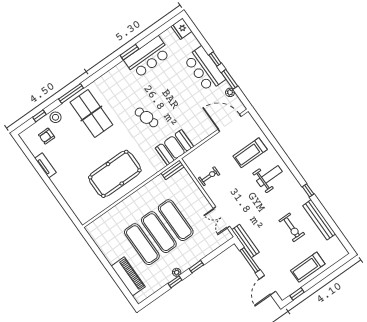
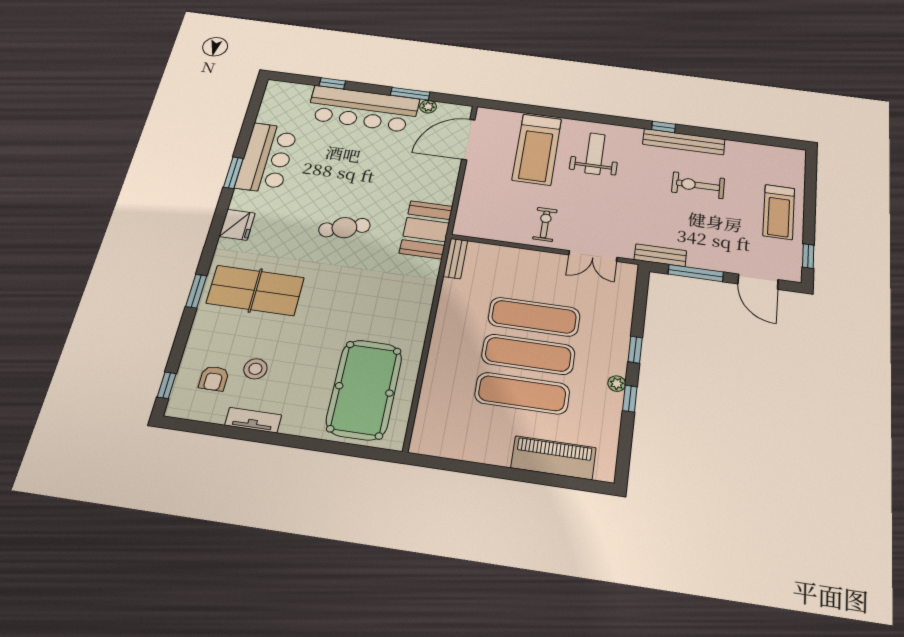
fridge: (182, 29) -> (237, 225), moved, turned -90
window: (215, 59) -> (332, 83), moved
bar counter: (205, 69) -> (363, 109), width x1.36
window: (71, 94) -> (196, 291), width x0.69
window: (39, 116) -> (167, 385), moved
stool: (56, 117) -> (255, 369), moved
treadmill: (250, 153) -> (537, 149), width x1.37, depth x1.38
pool table: (115, 174) -> (364, 389), moved
exercise bike: (209, 176) -> (545, 224), moved
bench: (319, 220) -> (684, 142), moved
exercise bike: (292, 227) -> (698, 185), turned 180
bench: (245, 241) -> (660, 255), width x0.73

